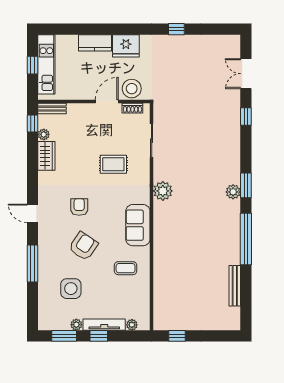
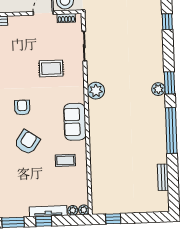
bench: (235, 286) -> (163, 177), width x0.73
side table: (71, 289) -> (17, 180), removed
plant: (76, 325) -> (84, 210), moved

